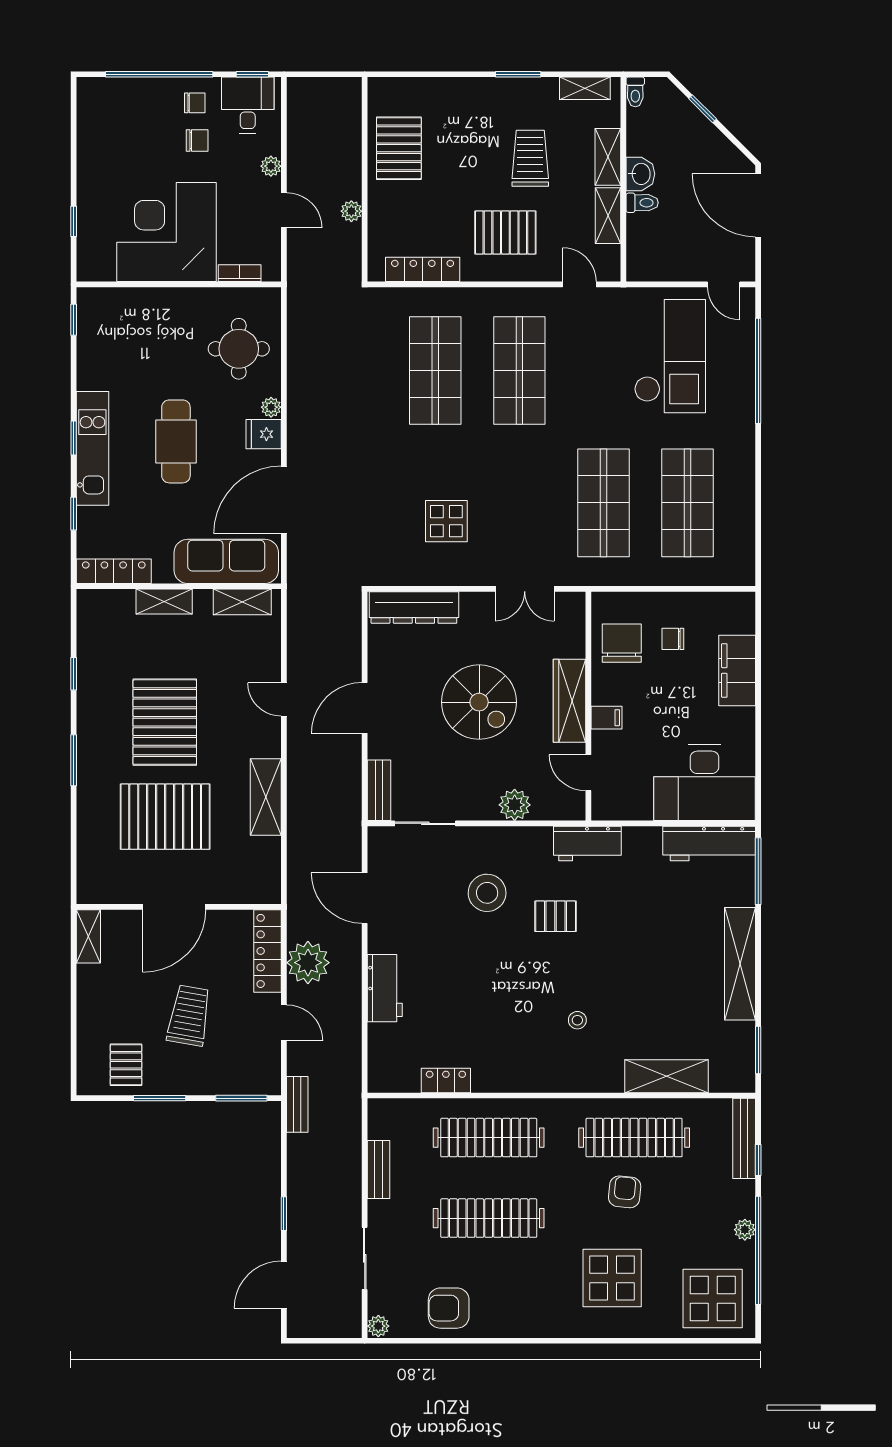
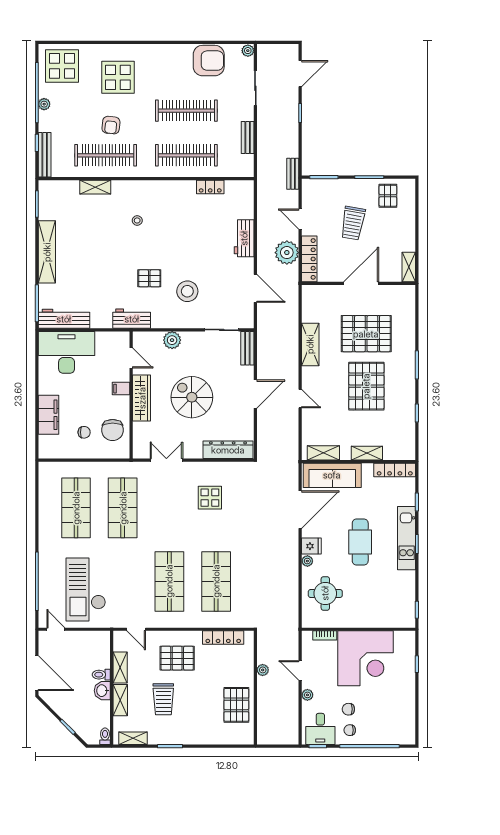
shelving: (667, 1076) -> (95, 187), width x0.67, depth x0.75
armchair: (449, 1308) -> (209, 61), width x1.36, depth x1.36

